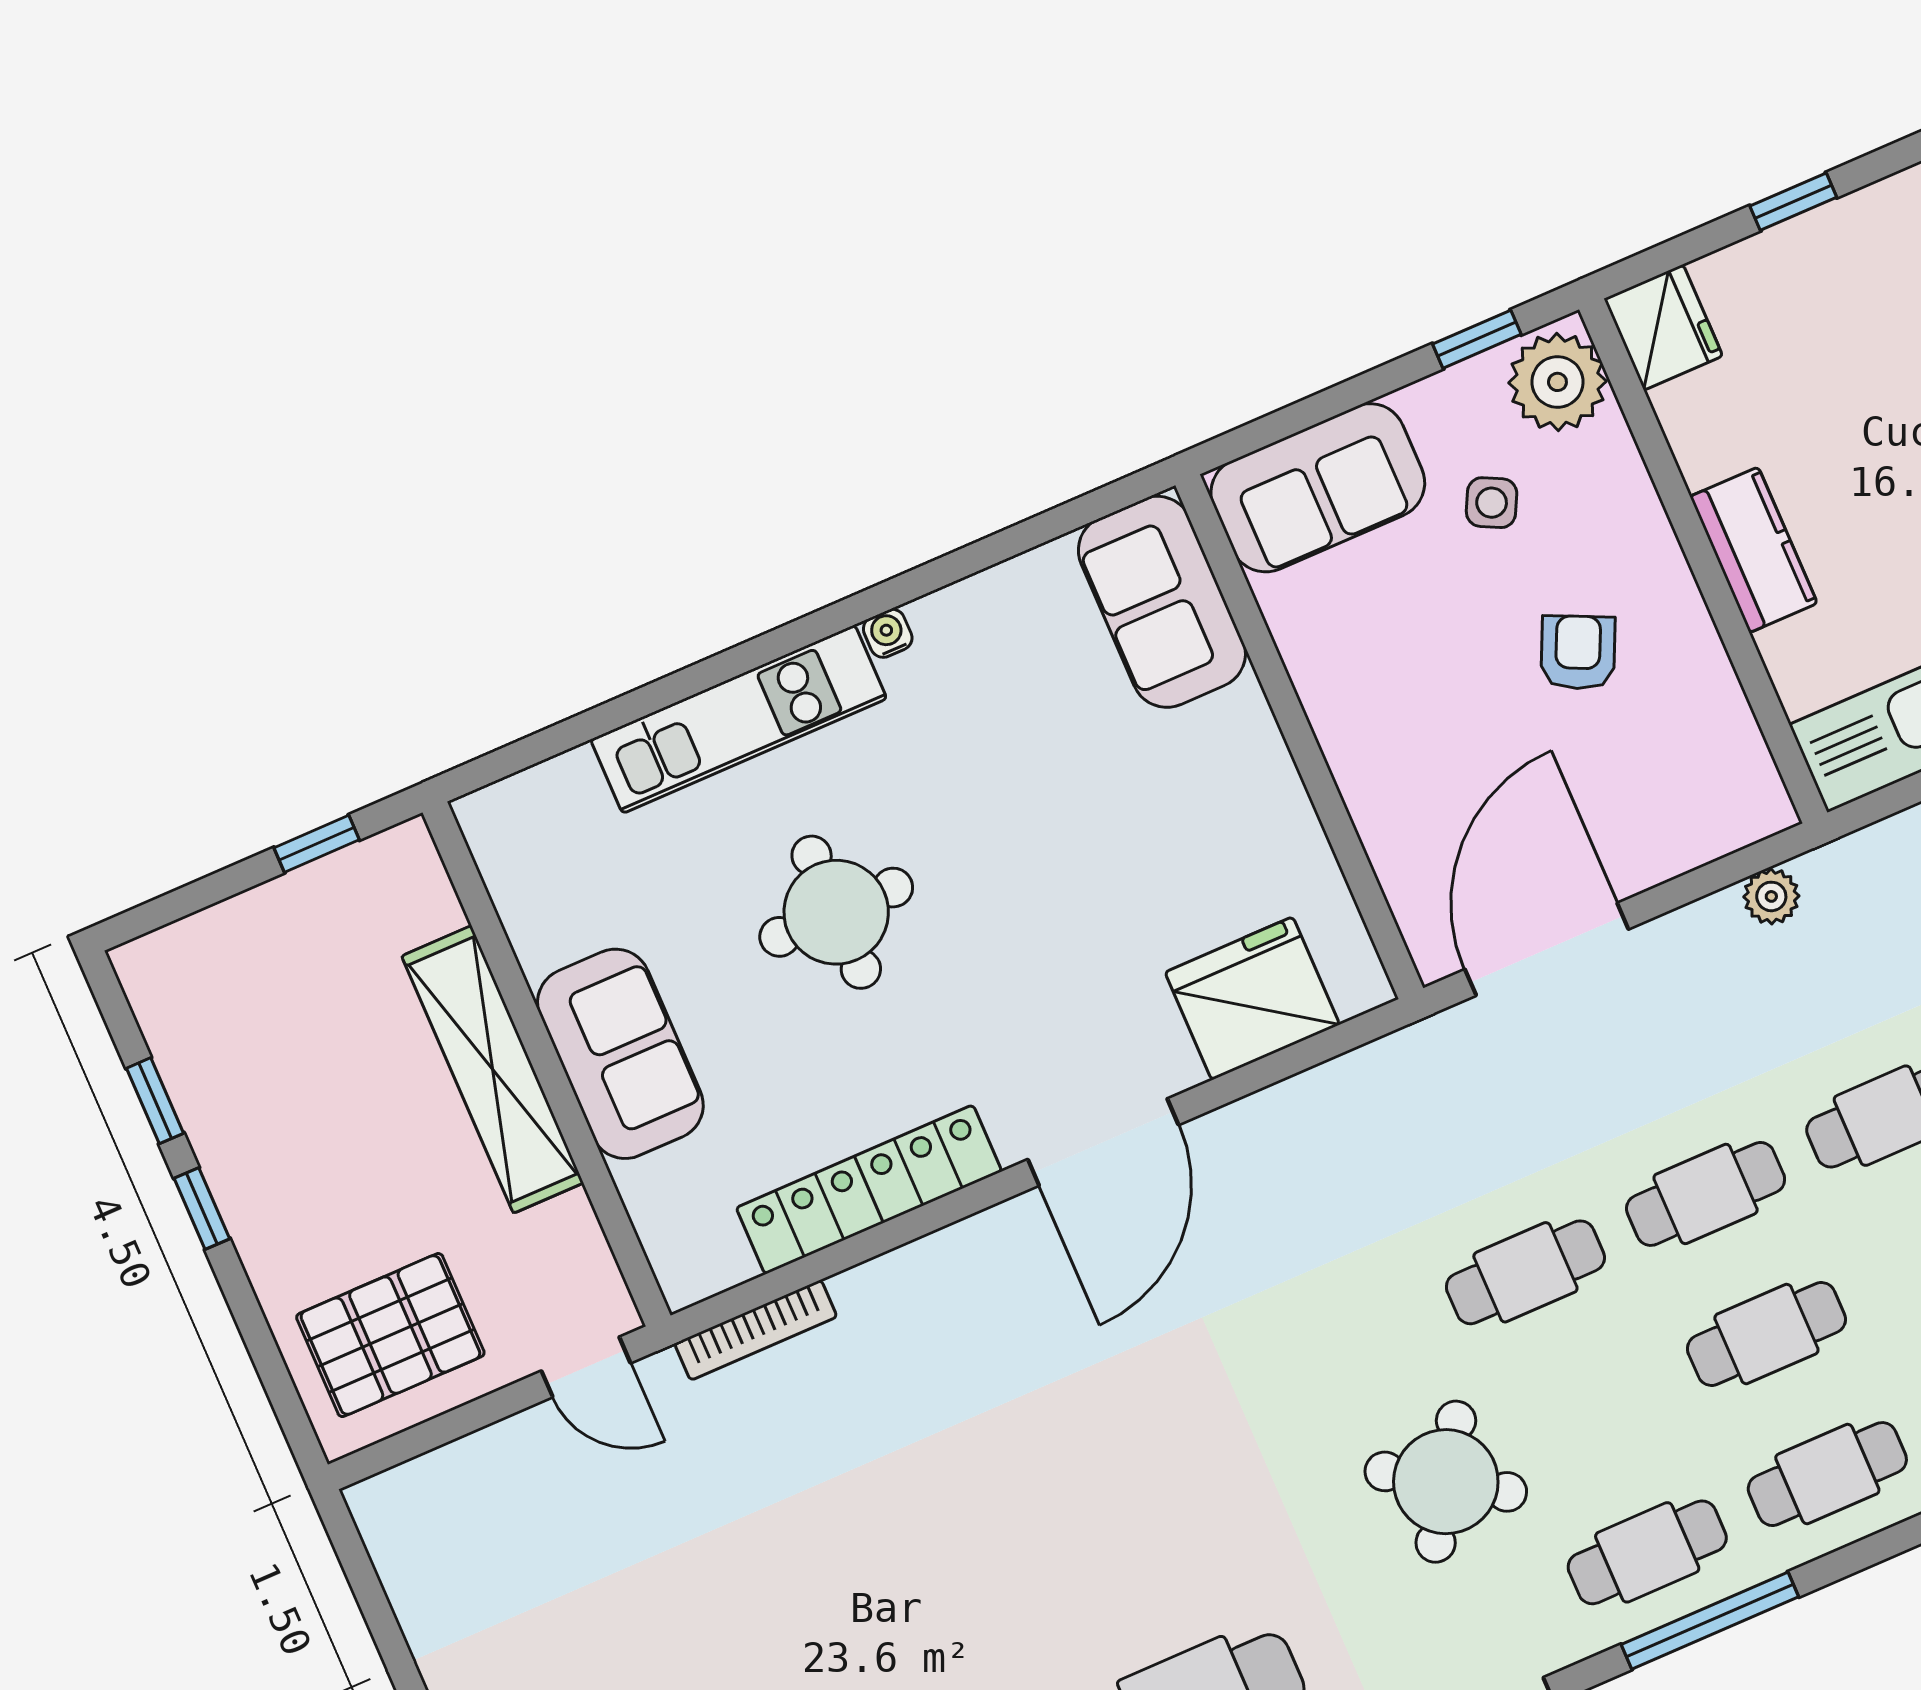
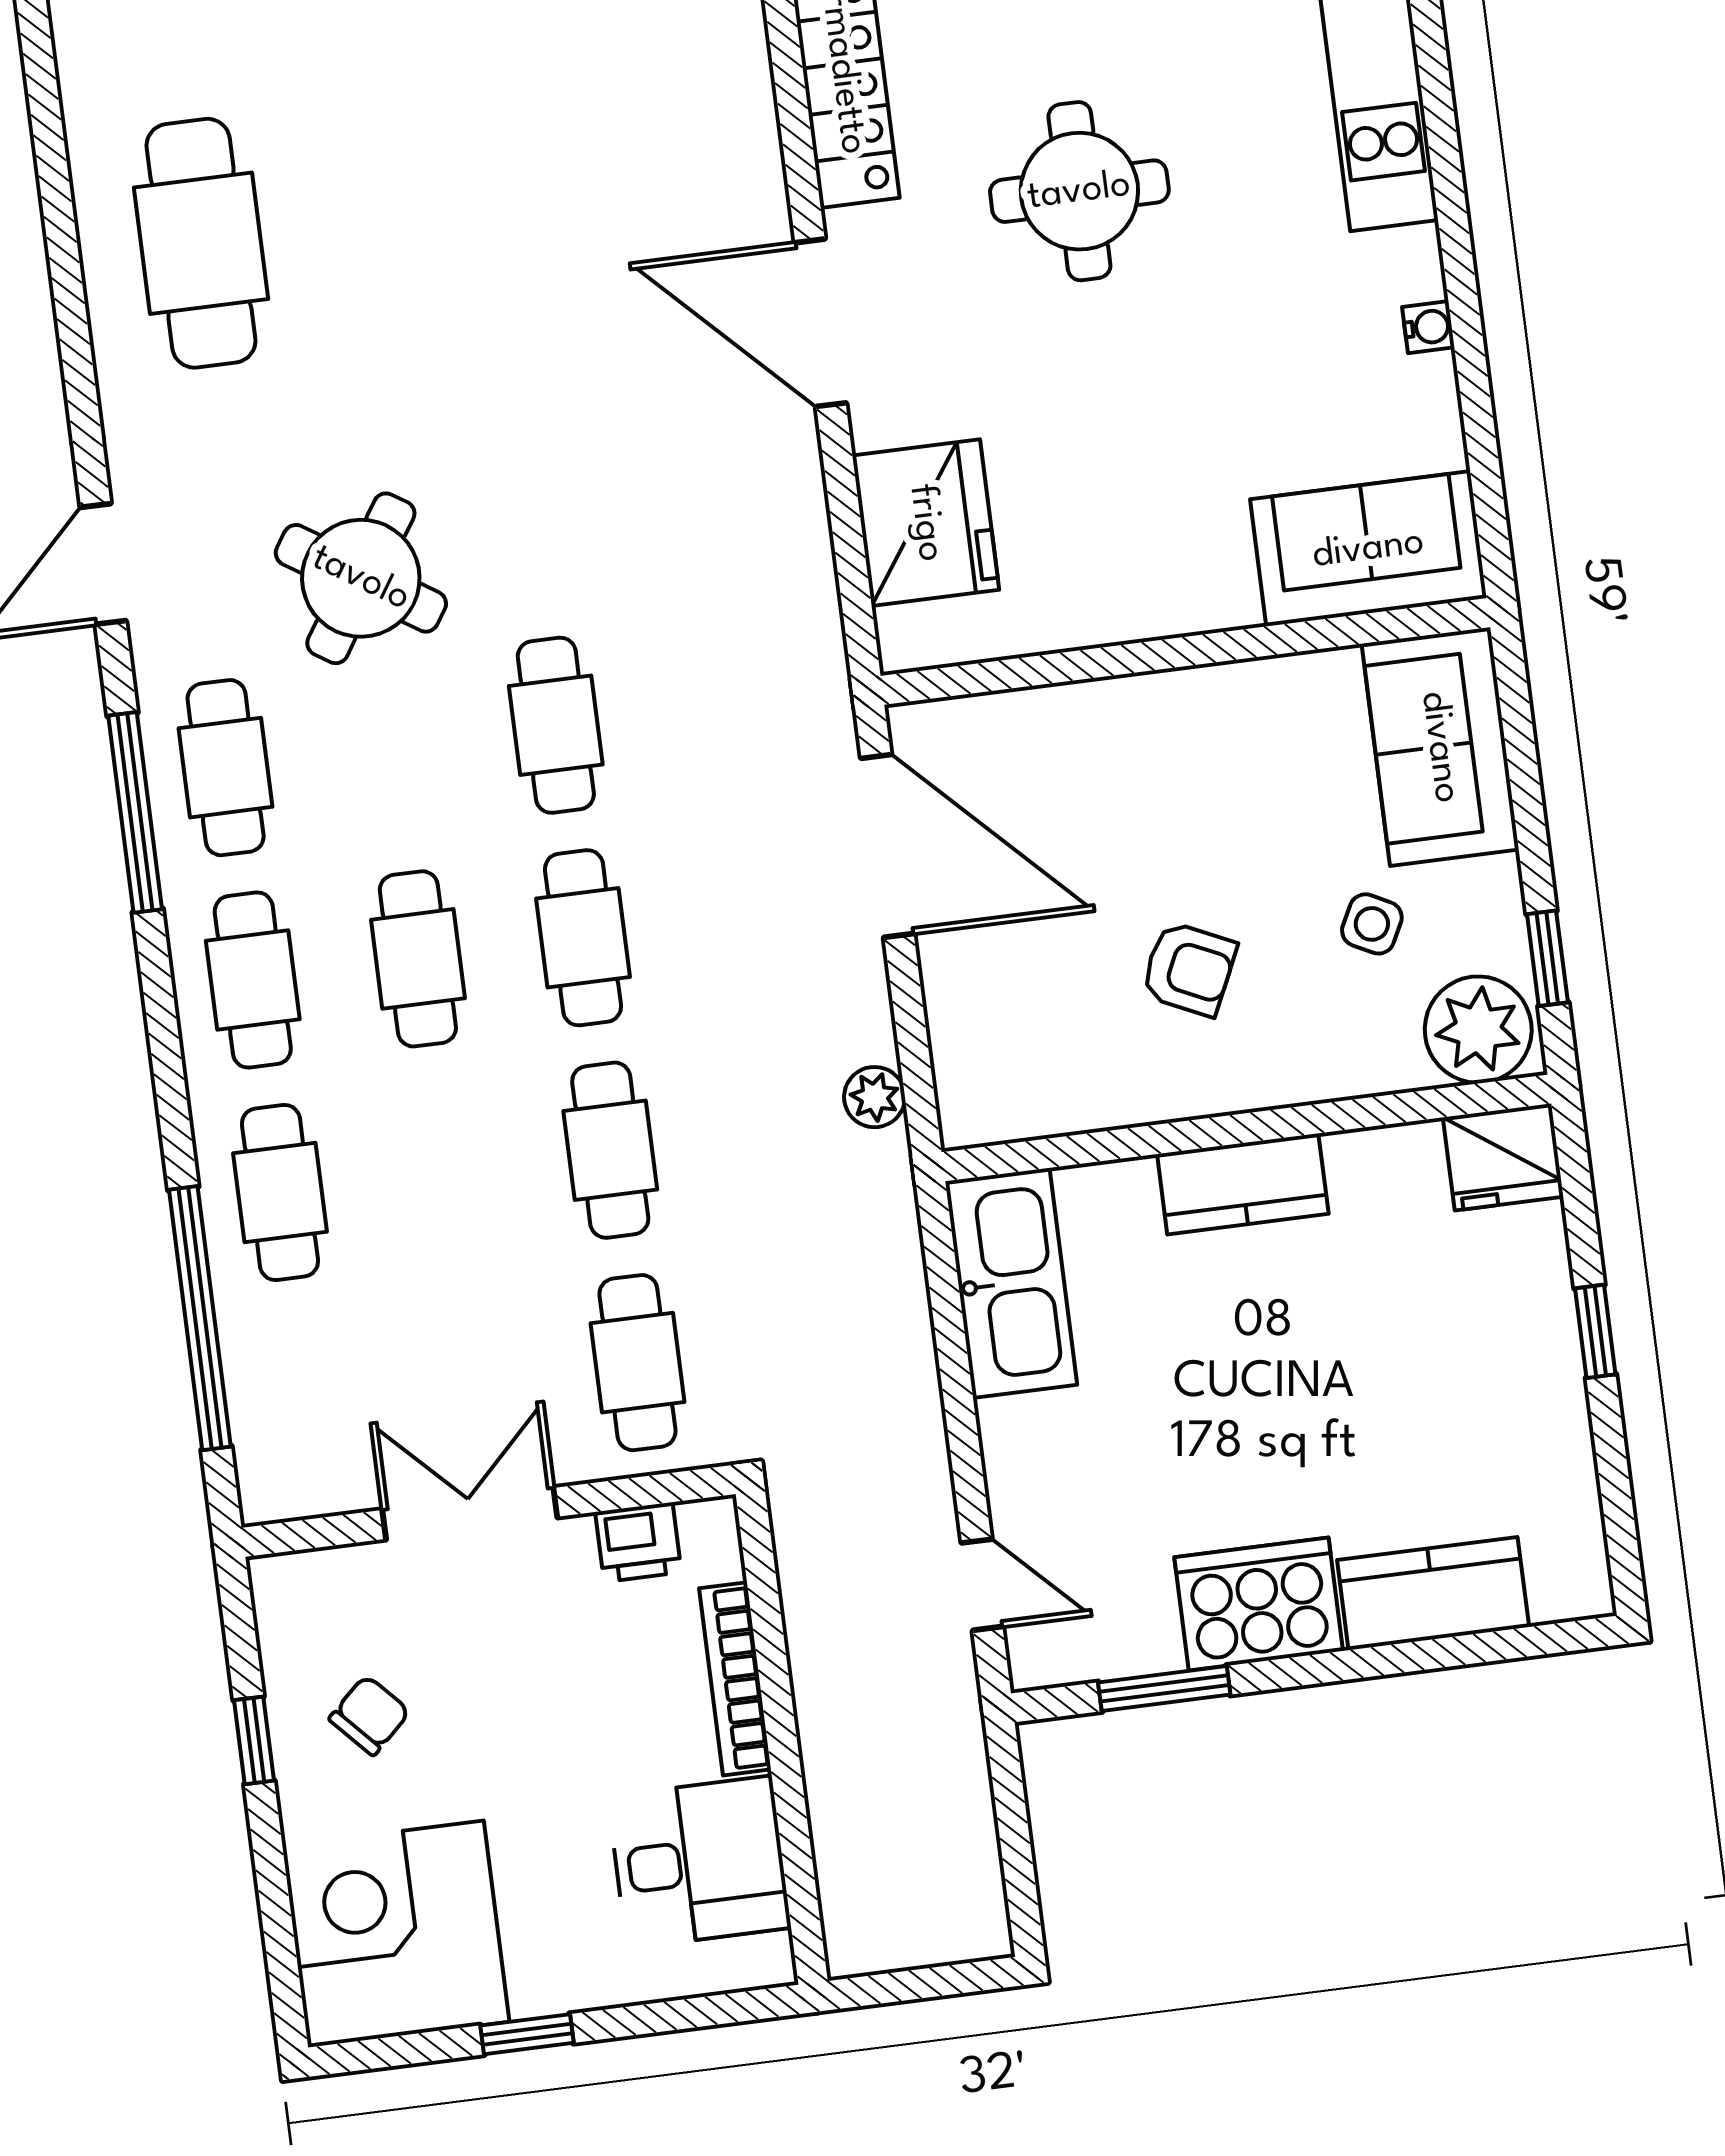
water cooler: (888, 633) -> (1428, 327), moved
round table: (836, 912) -> (1079, 191), moved

